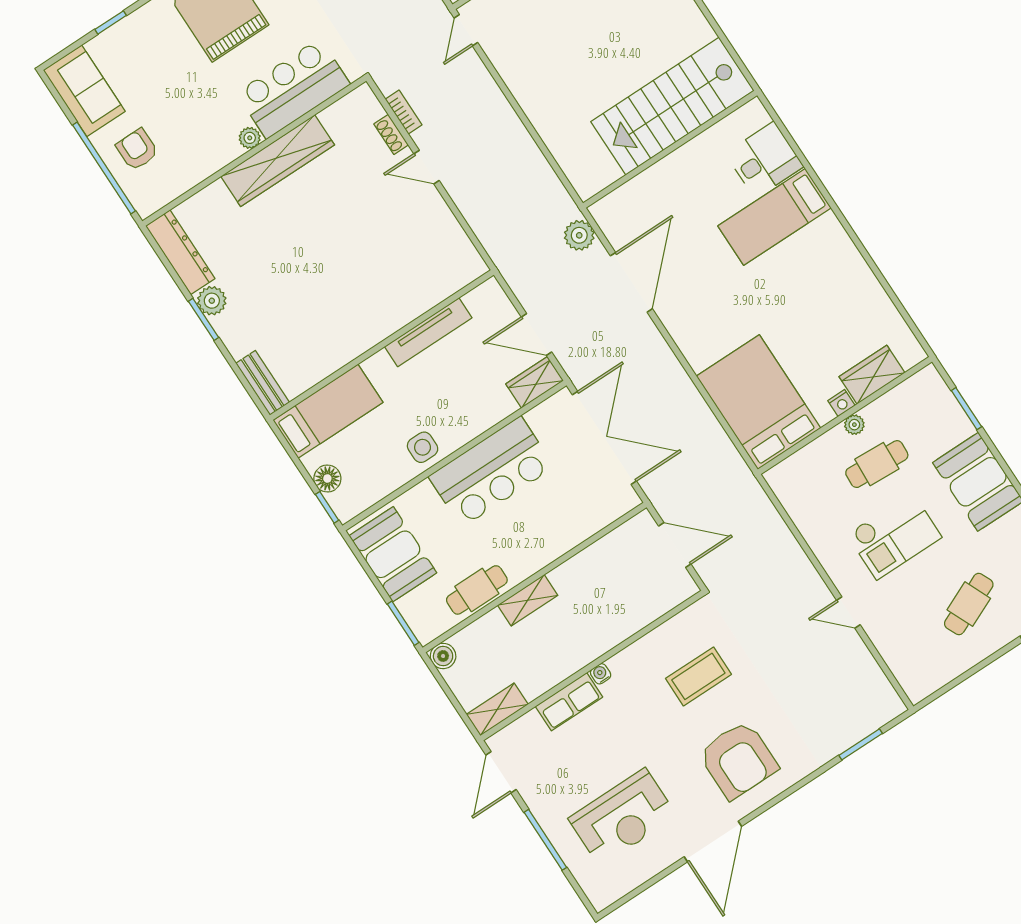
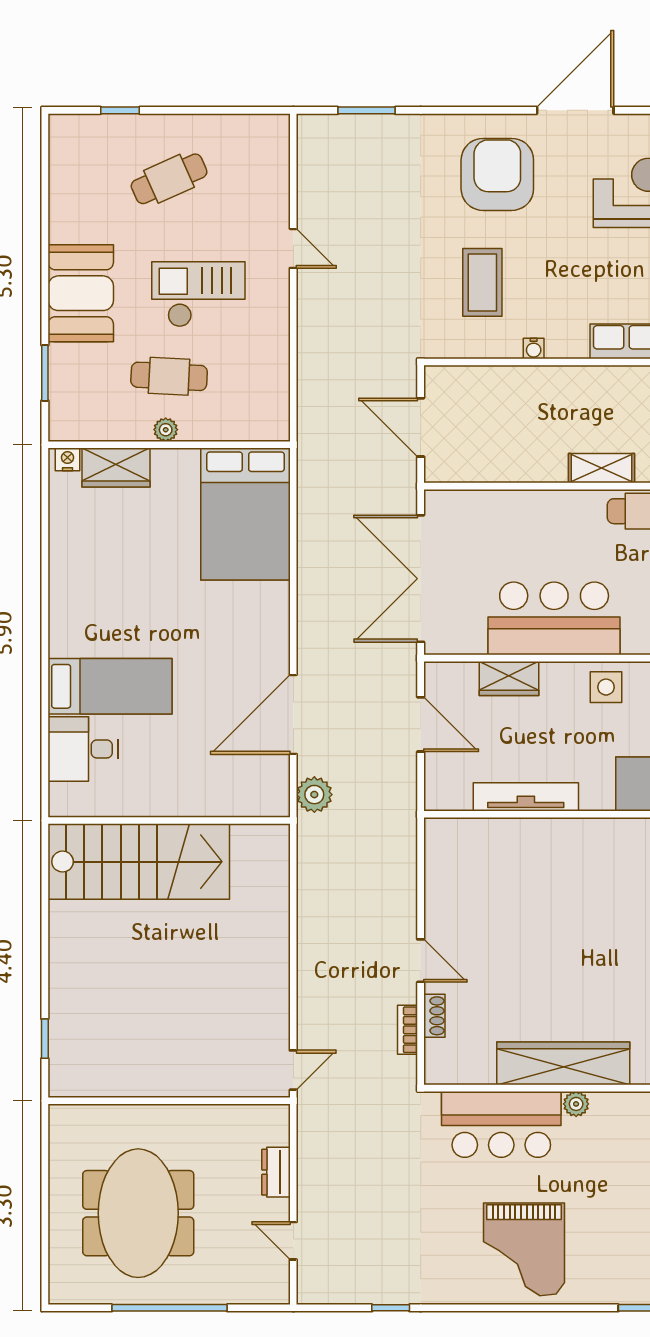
wardrobe: (535, 382) -> (509, 679), moved
nightstand: (841, 403) -> (68, 459), moved
water cooler: (601, 674) -> (534, 348), moved
coffee table: (698, 676) -> (482, 282), turned 90

